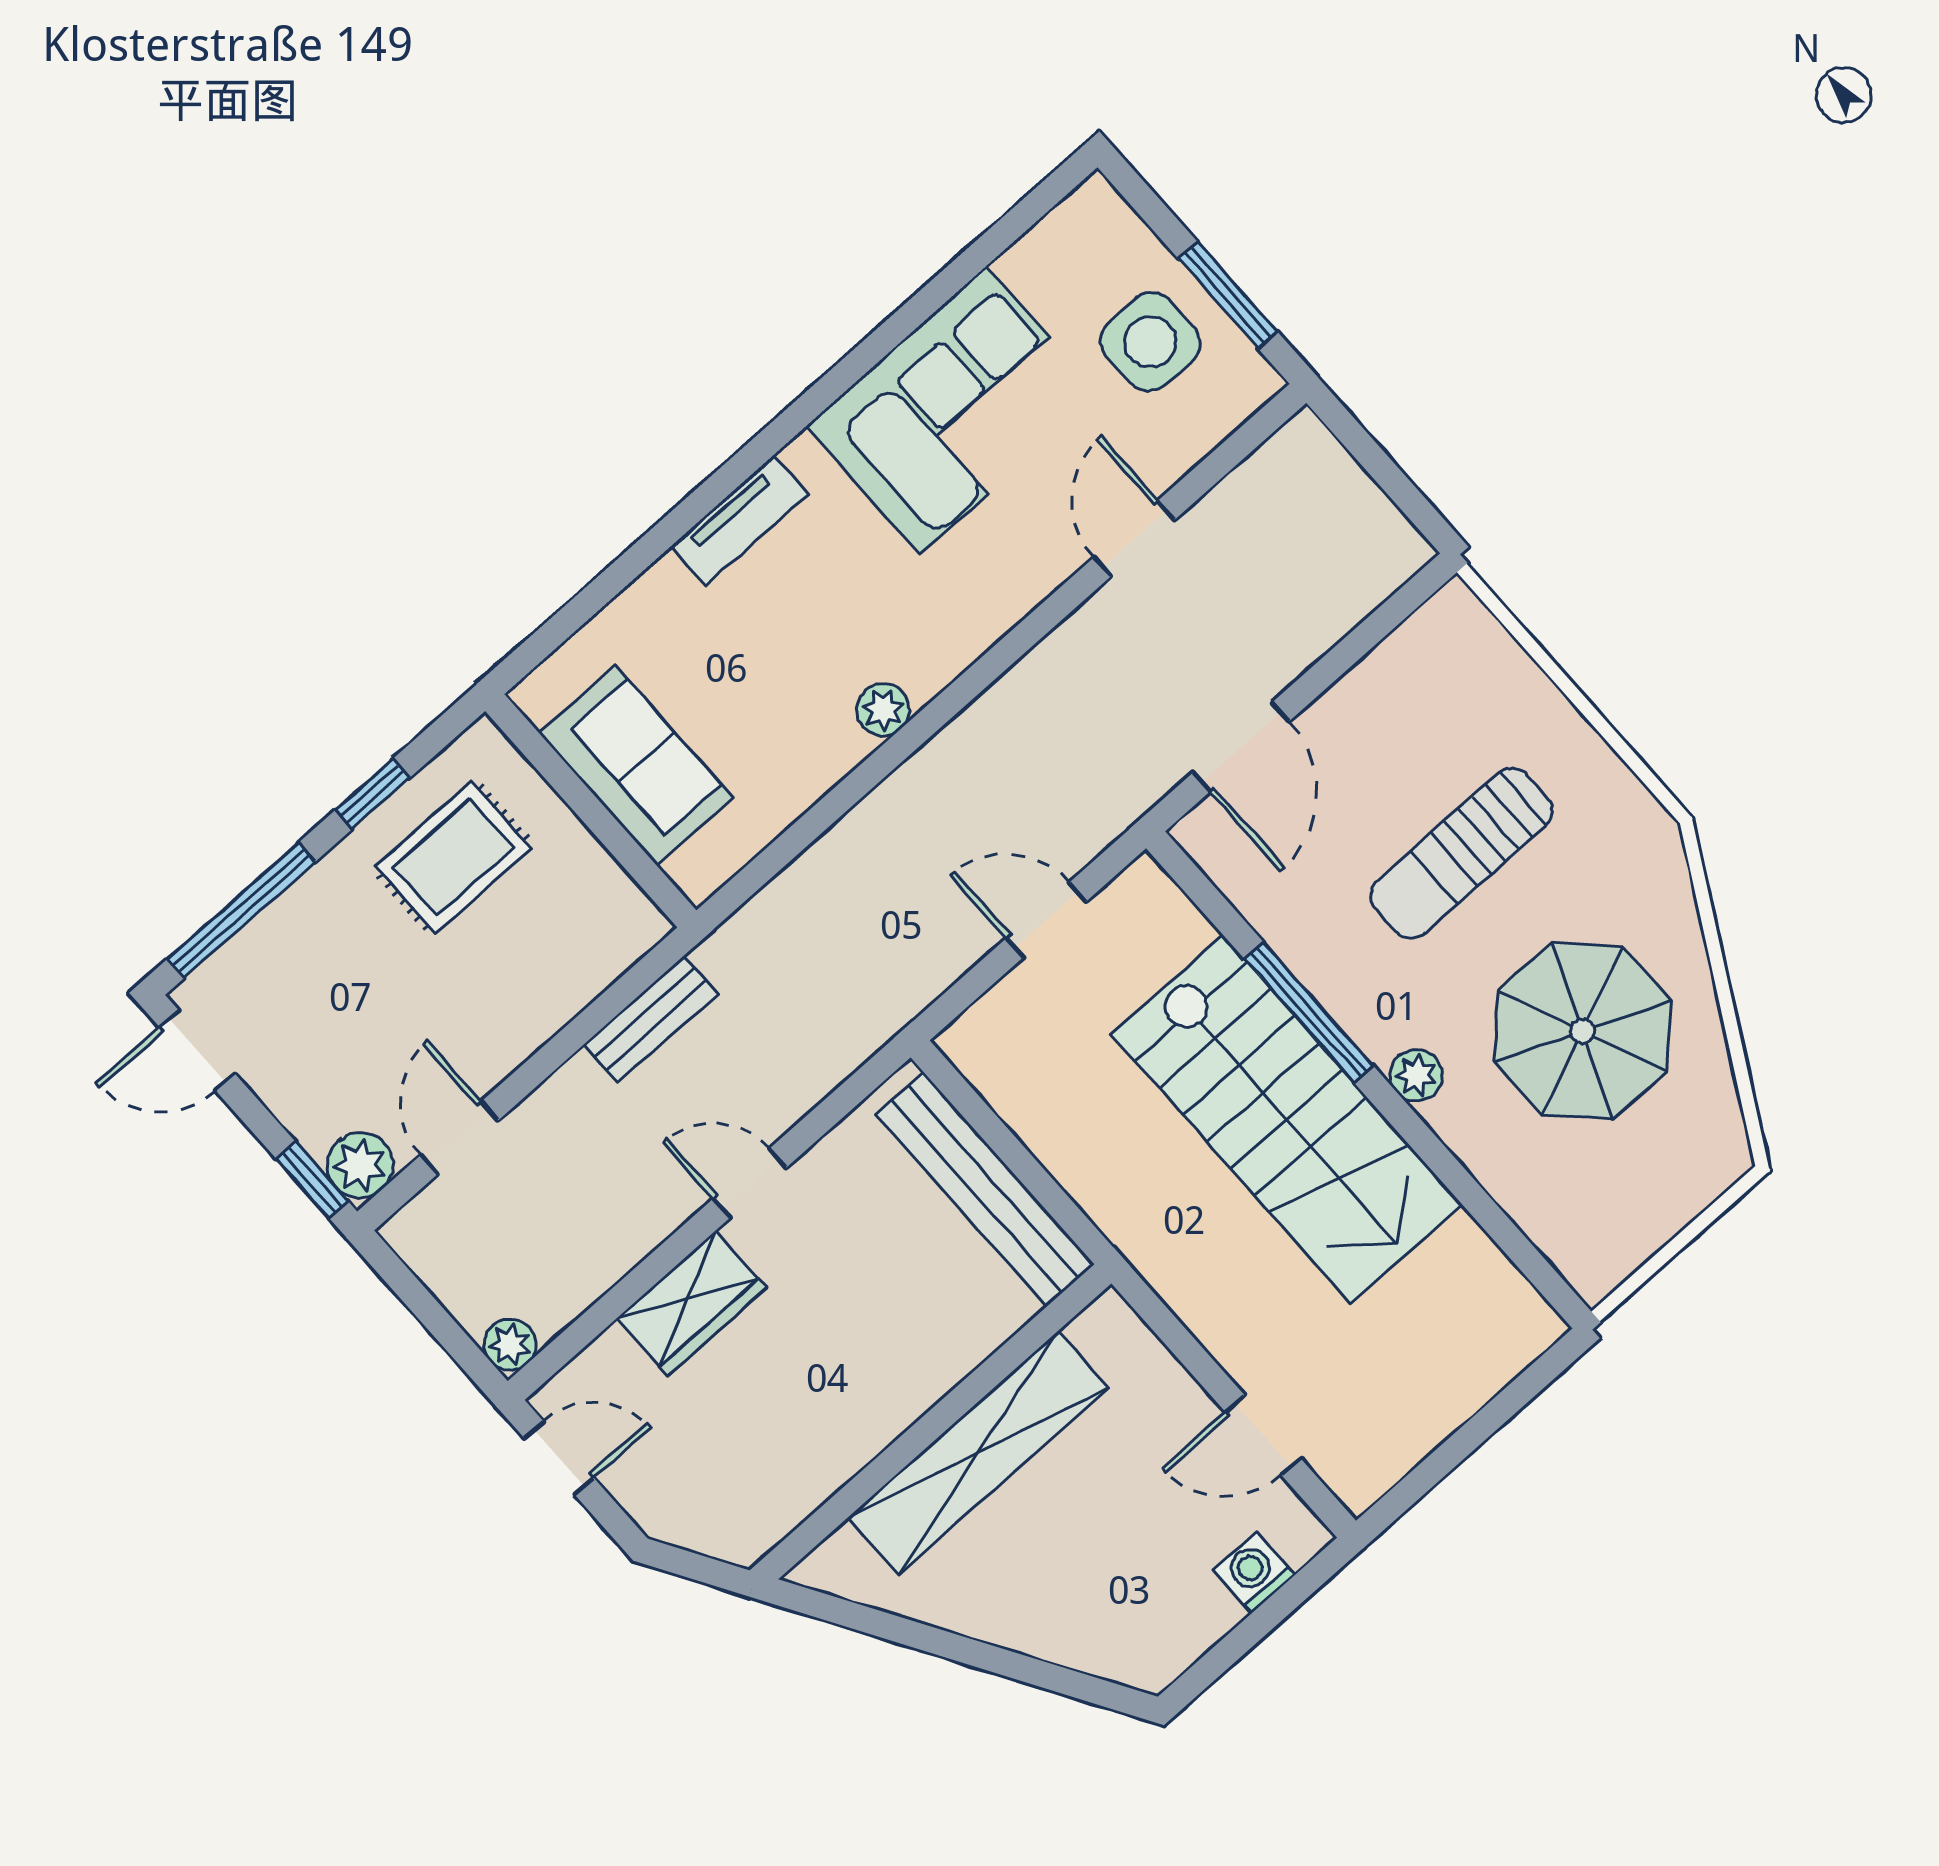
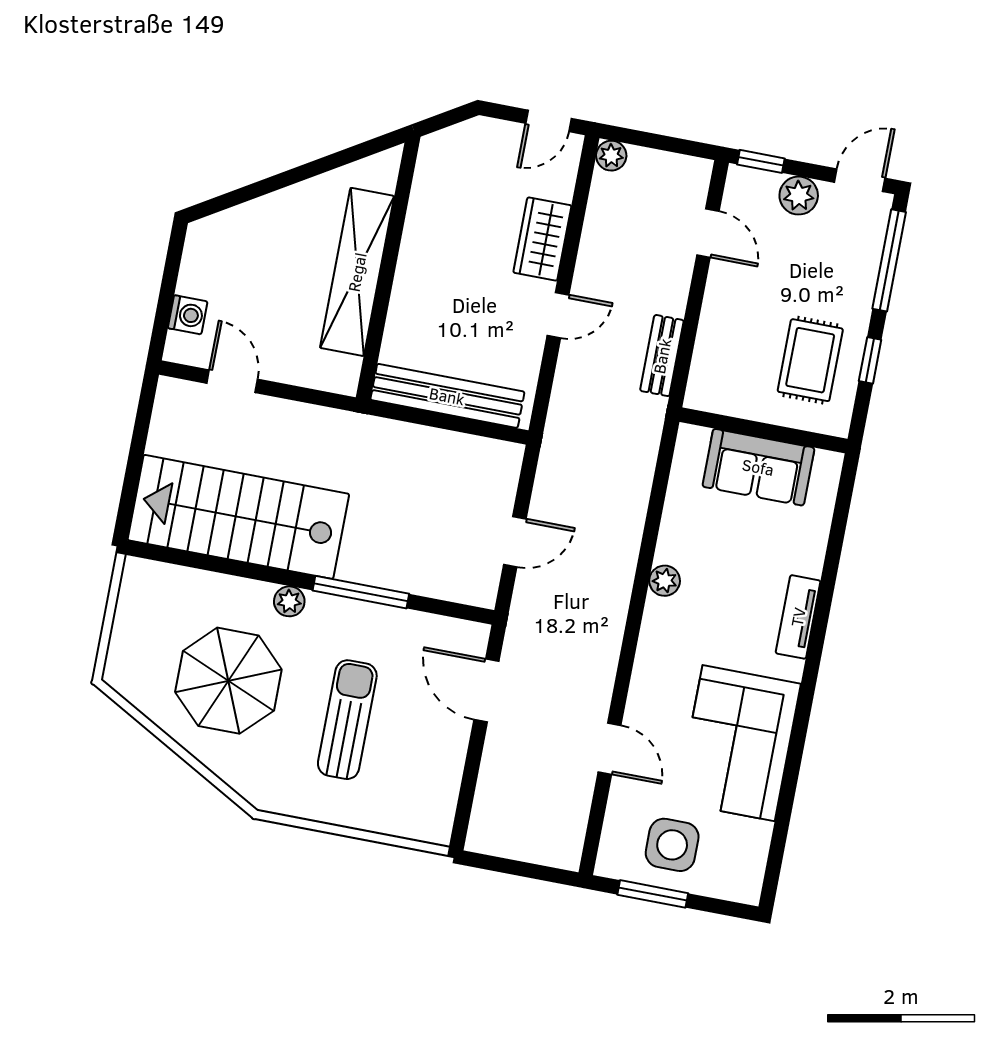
stairs: (1287, 1119) -> (238, 517), moved
plant: (360, 1165) -> (799, 196), moved
door: (1263, 1435) -> (232, 381), hinge flipped

